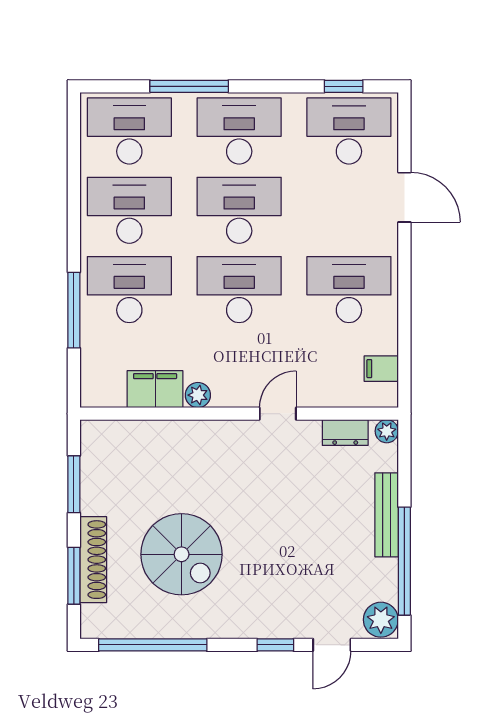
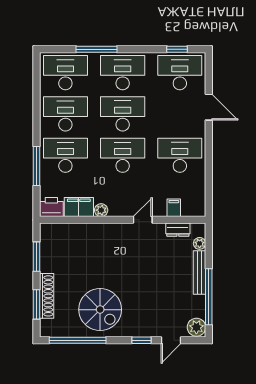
filing cabinet: (381, 369) -> (174, 208), moved, turned 90
printer: (102, 389) -> (51, 207), added
plant: (387, 431) -> (200, 243), moved
spiral stairs: (182, 554) -> (100, 310), moved

